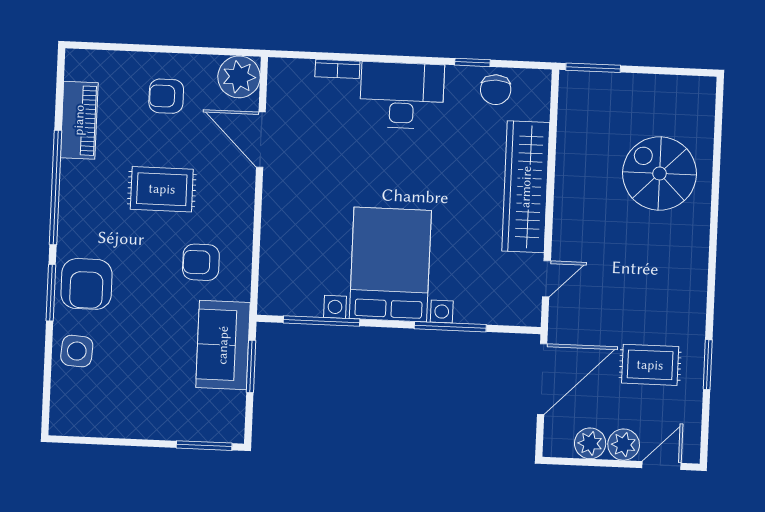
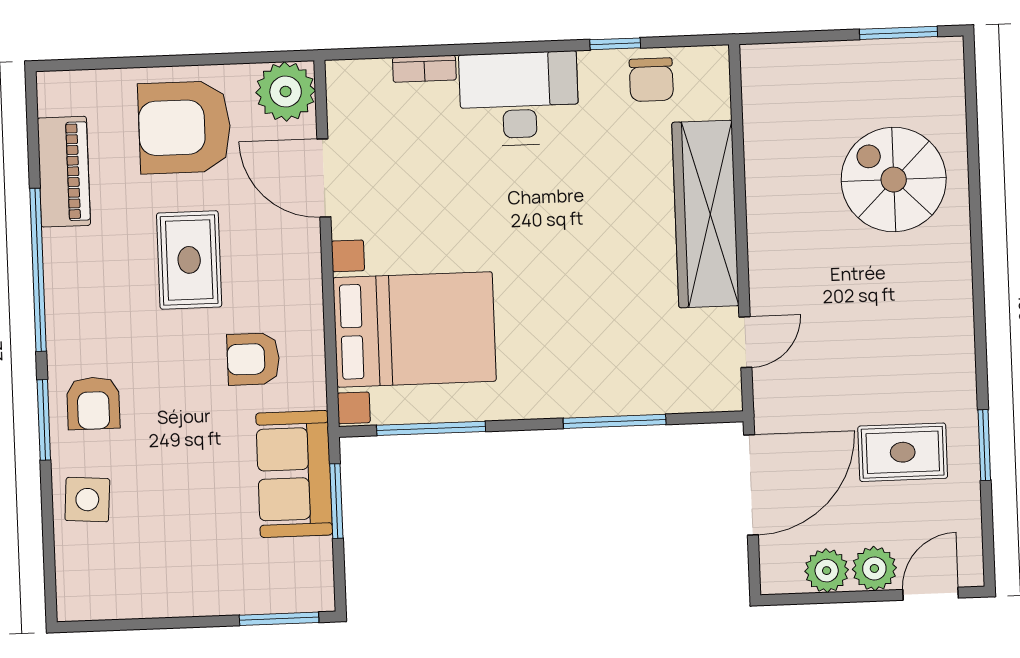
window: (593, 68) -> (898, 33), moved
armchair: (166, 96) -> (185, 127), width x1.88, depth x1.88
rug: (162, 189) -> (189, 260), turned 90
bed with nightstands: (390, 264) -> (415, 329), moved, turned 90
armchair: (86, 284) -> (93, 403), width x0.72, depth x0.72

